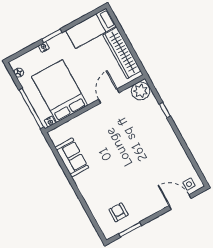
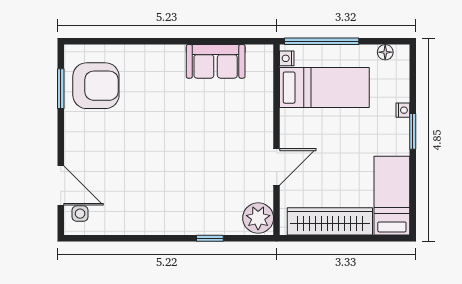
bed: (60, 91) -> (324, 88), width x0.67
door: (109, 96) -> (277, 167), hinge flipped
door: (180, 202) -> (61, 186), hinge flipped
armchair: (118, 212) -> (96, 86), width x1.88, depth x1.88

